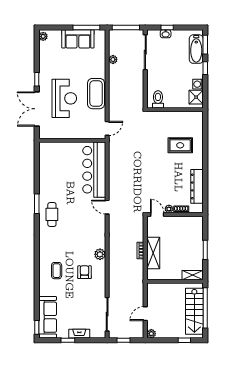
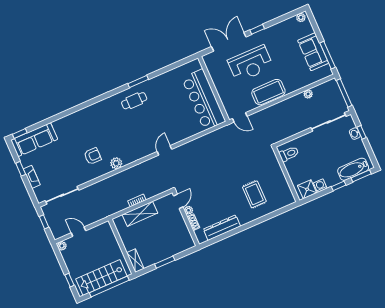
bar counter: (94, 170) -> (204, 100), moved, turned -90
coffee table: (57, 271) -> (82, 129), removed

